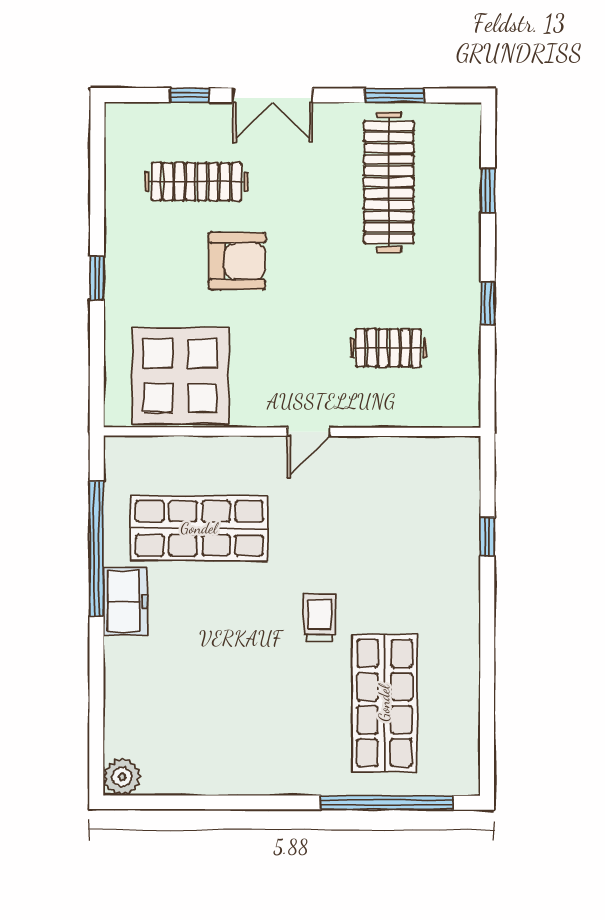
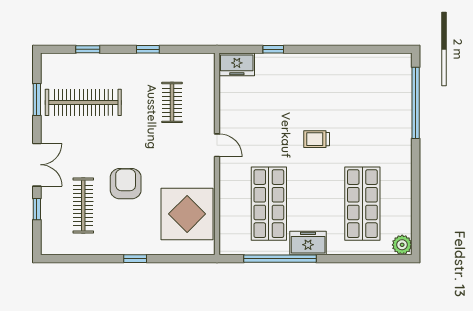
freezer: (459, 469) -> (237, 64), added
shop shelf: (384, 703) -> (362, 204), moved, turned 90

